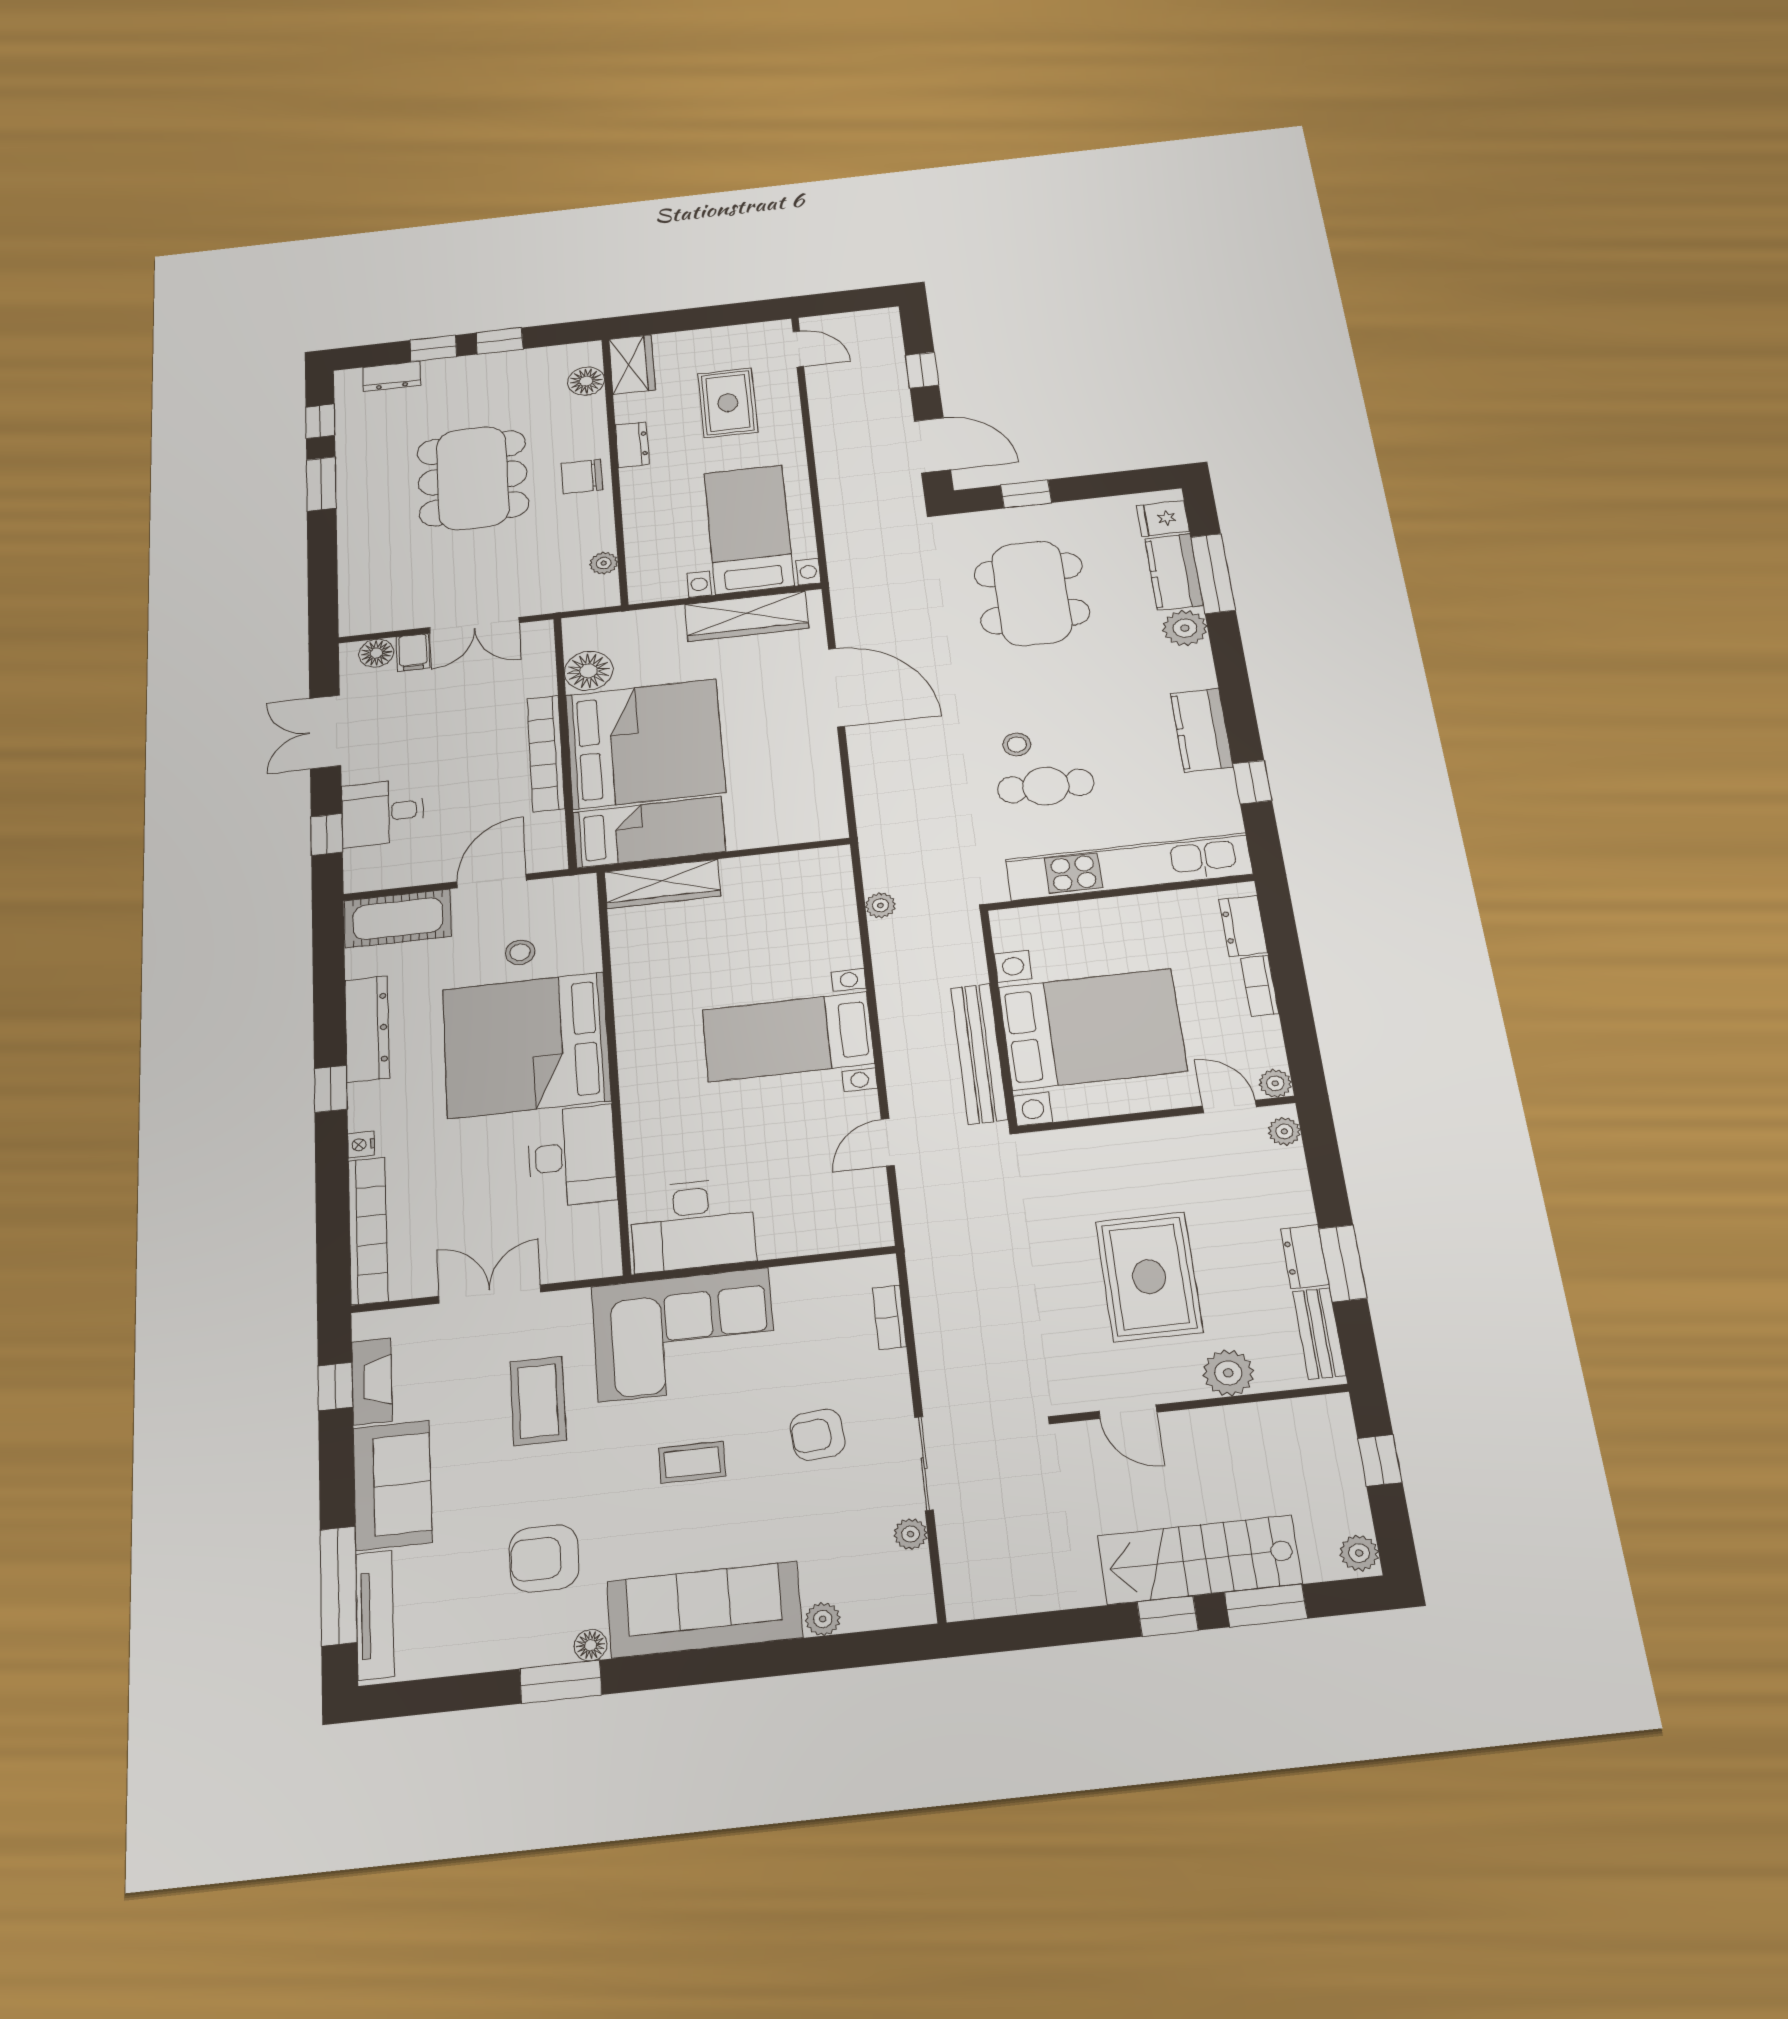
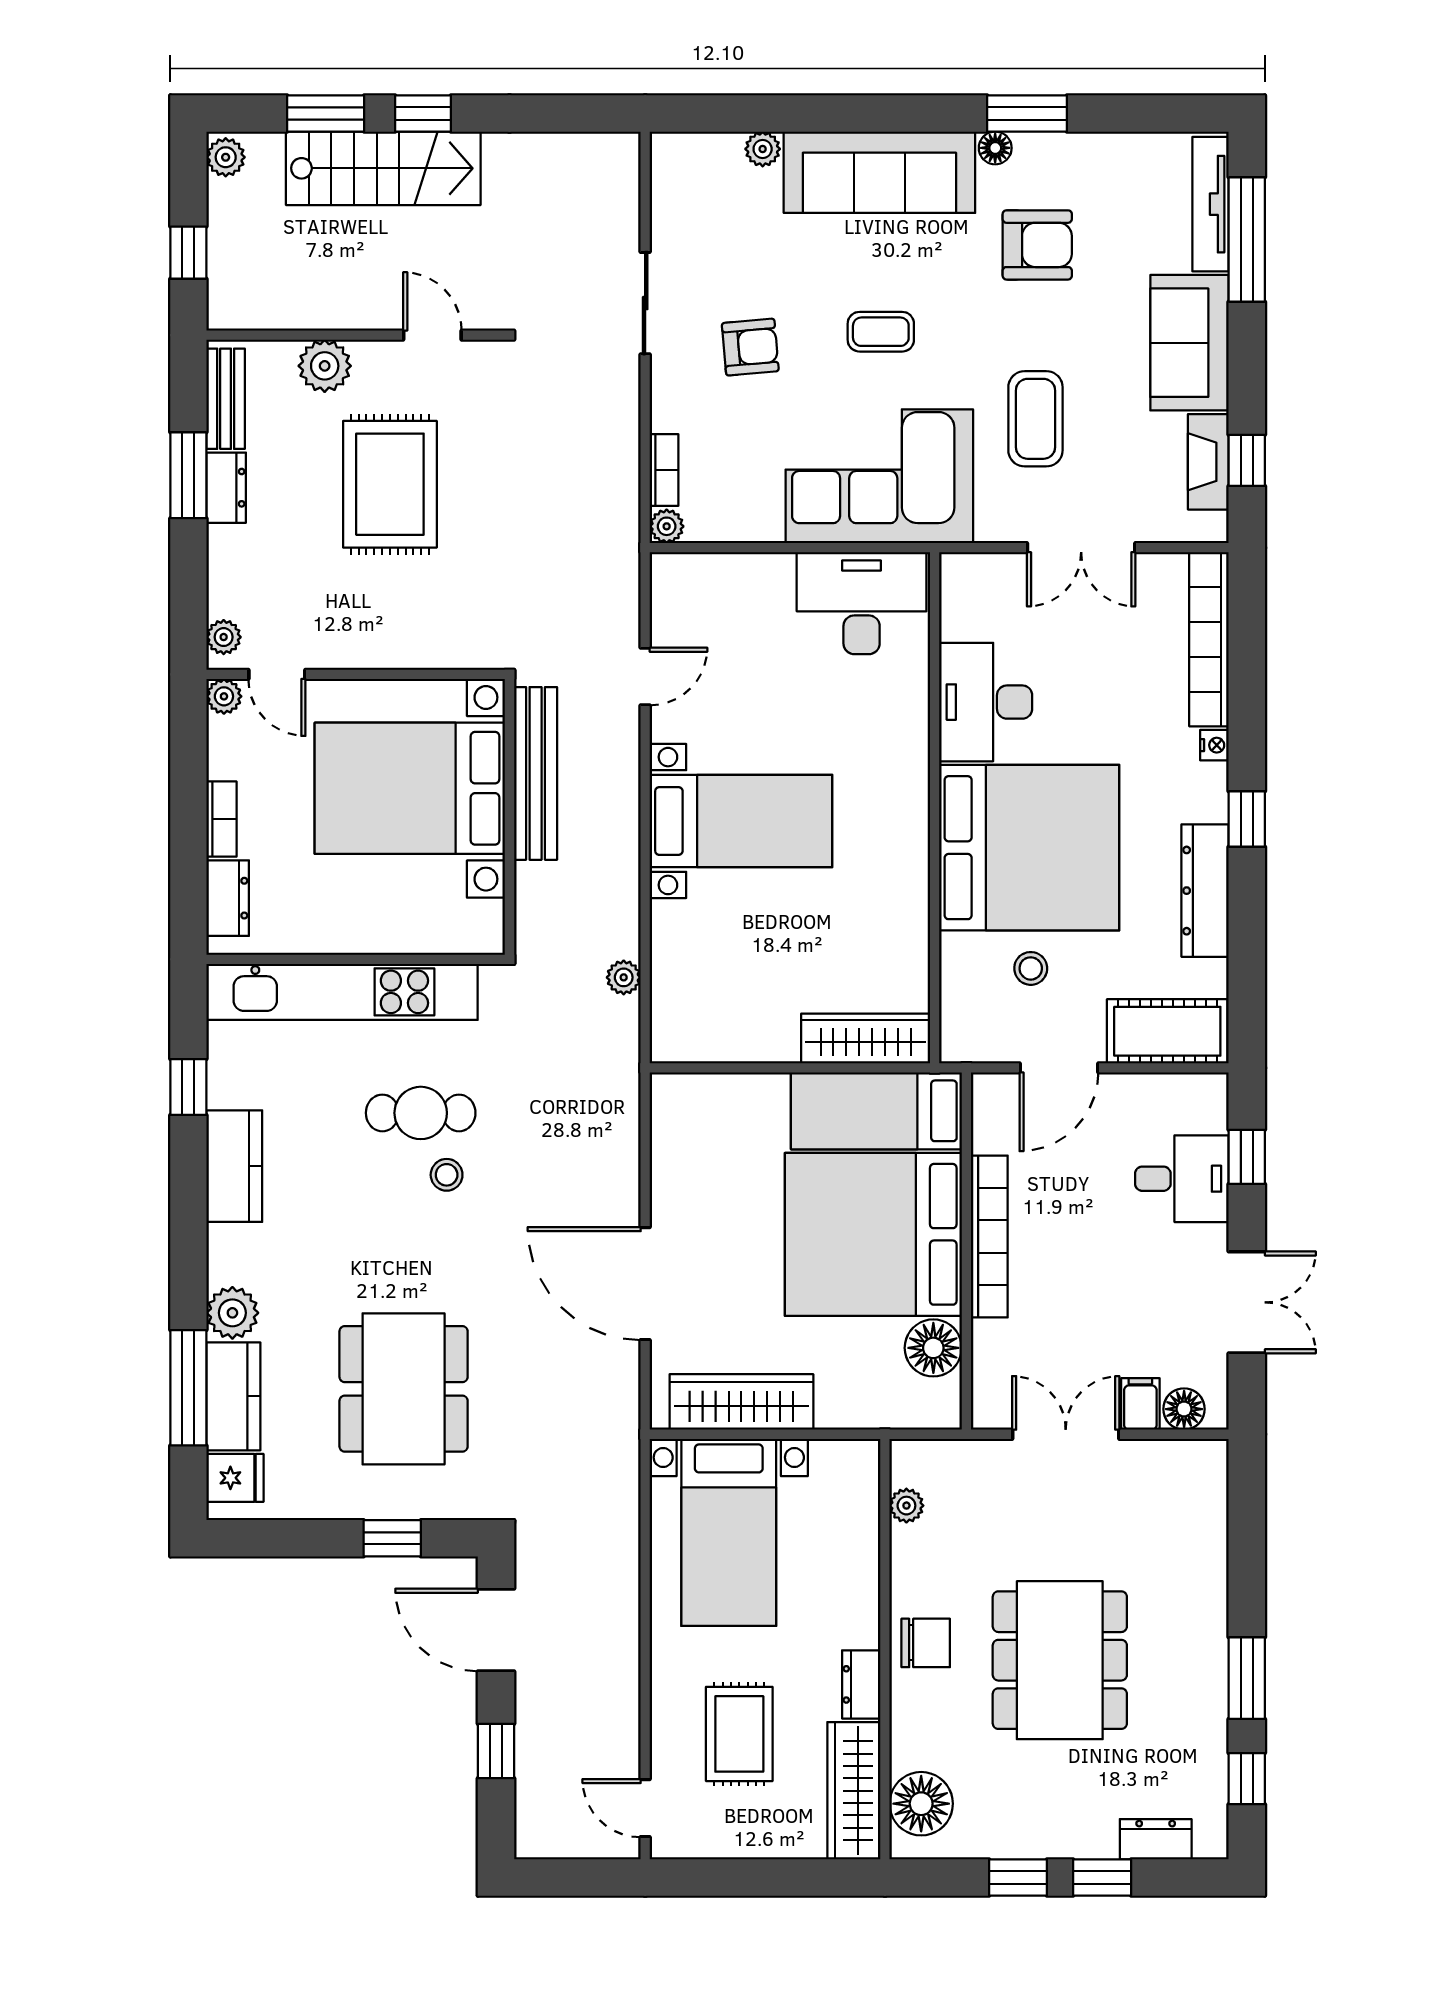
wardrobe: (632, 365) -> (854, 1791), width x1.50
floor lamp: (586, 381) -> (921, 1804), width x1.38, depth x1.38
plant: (911, 1534) -> (667, 526), moved

